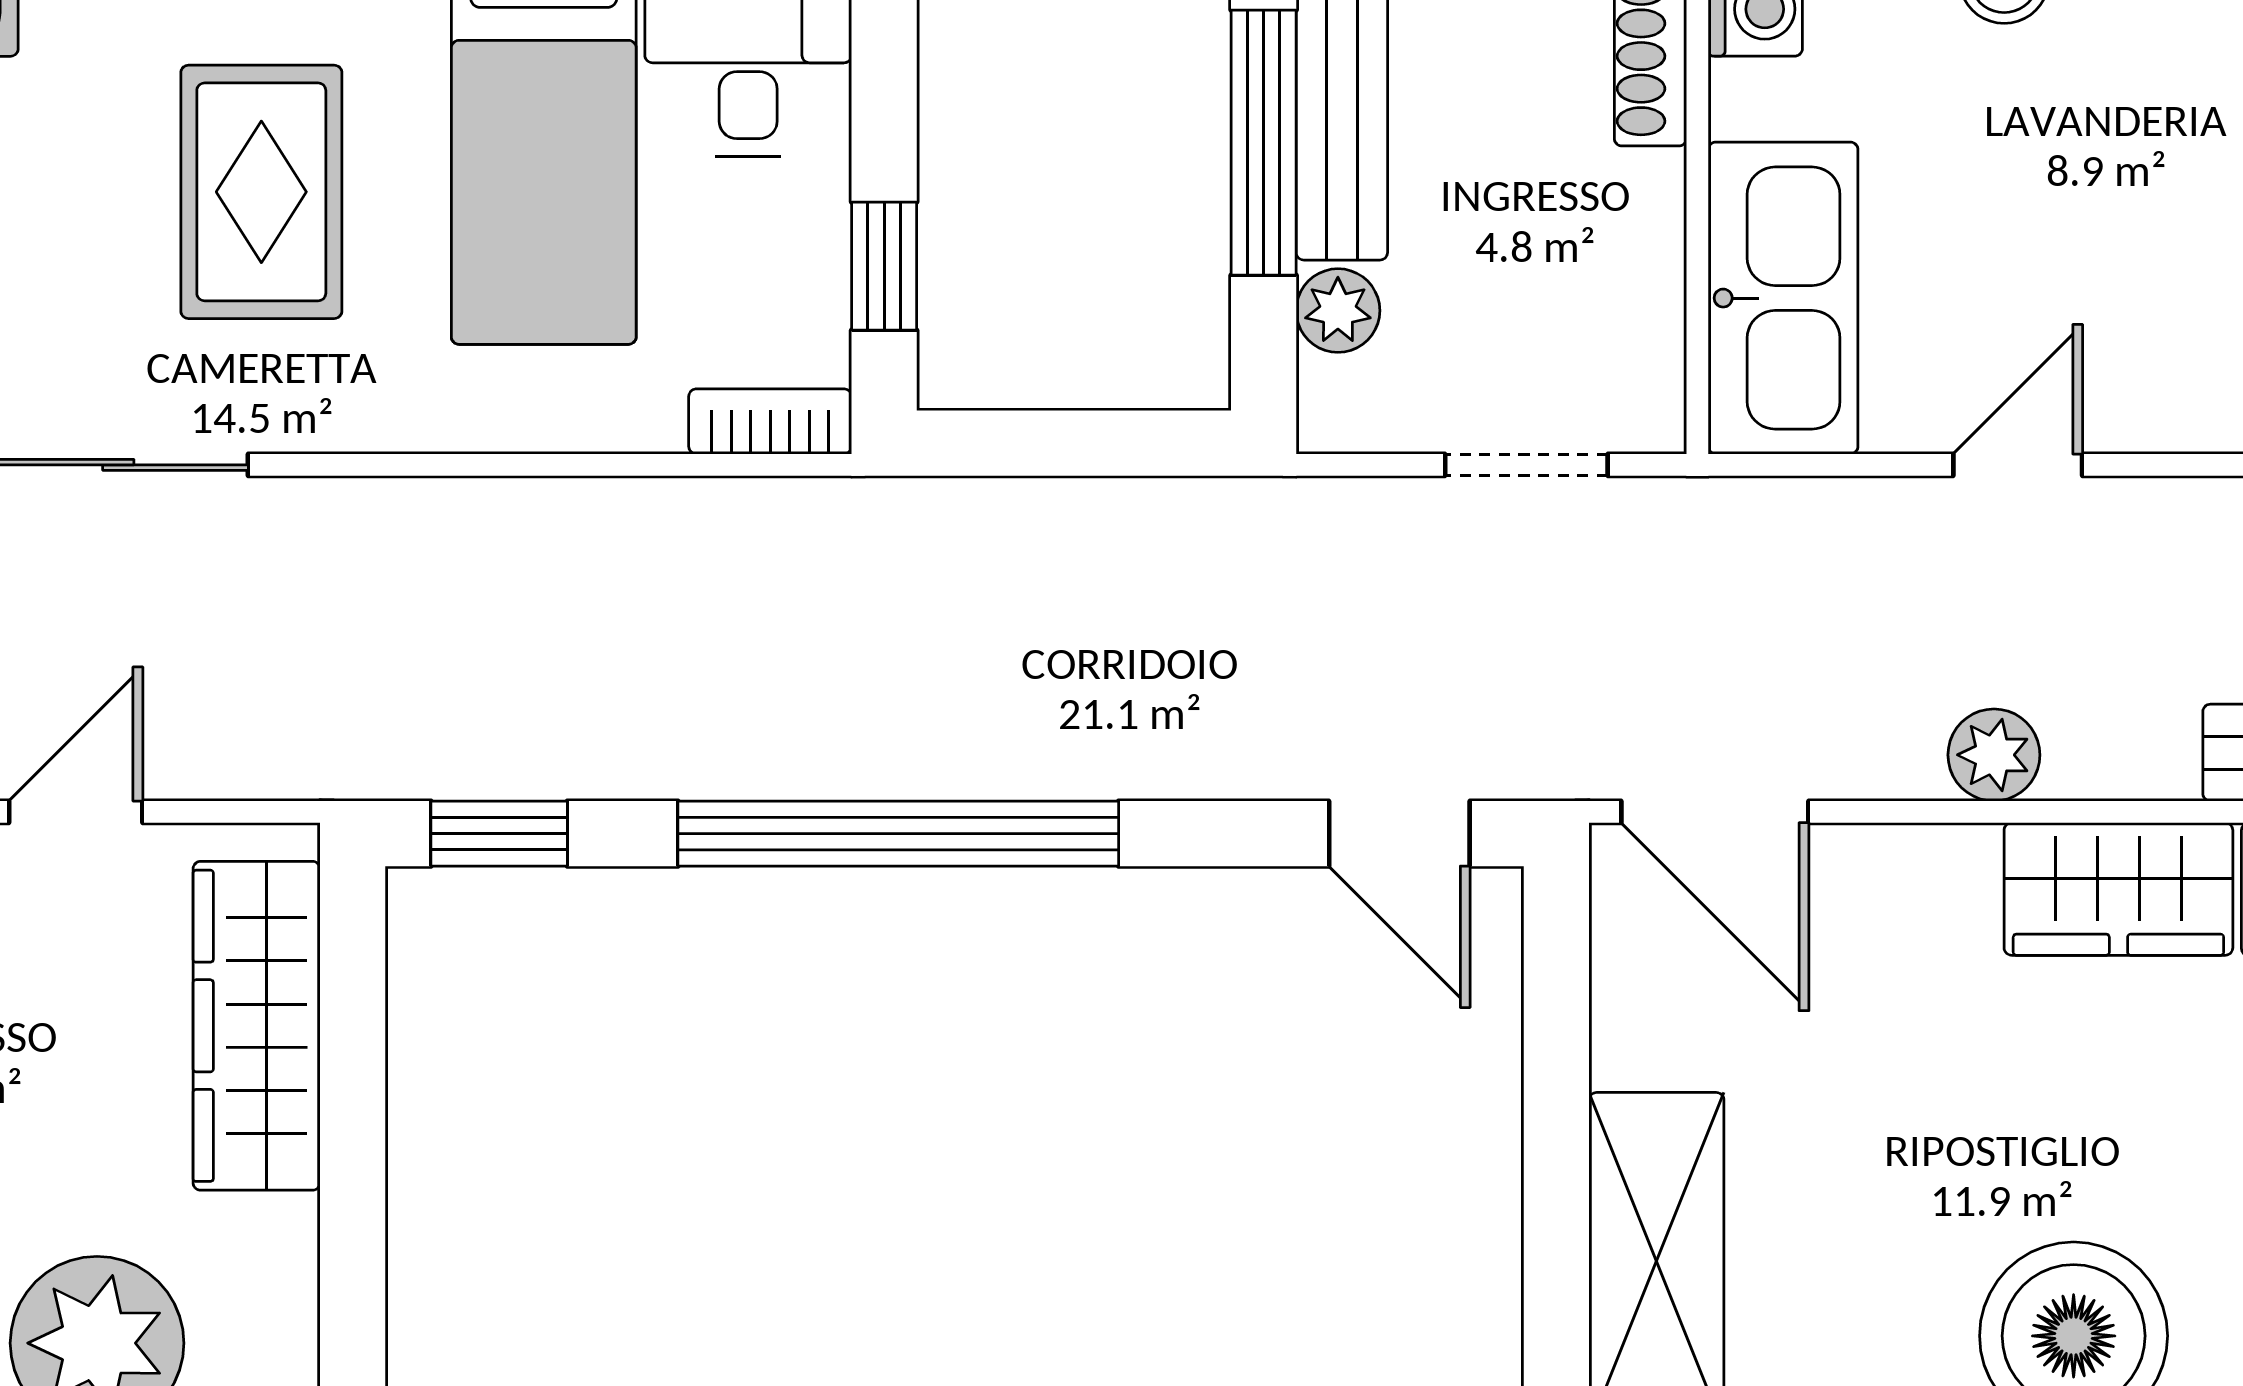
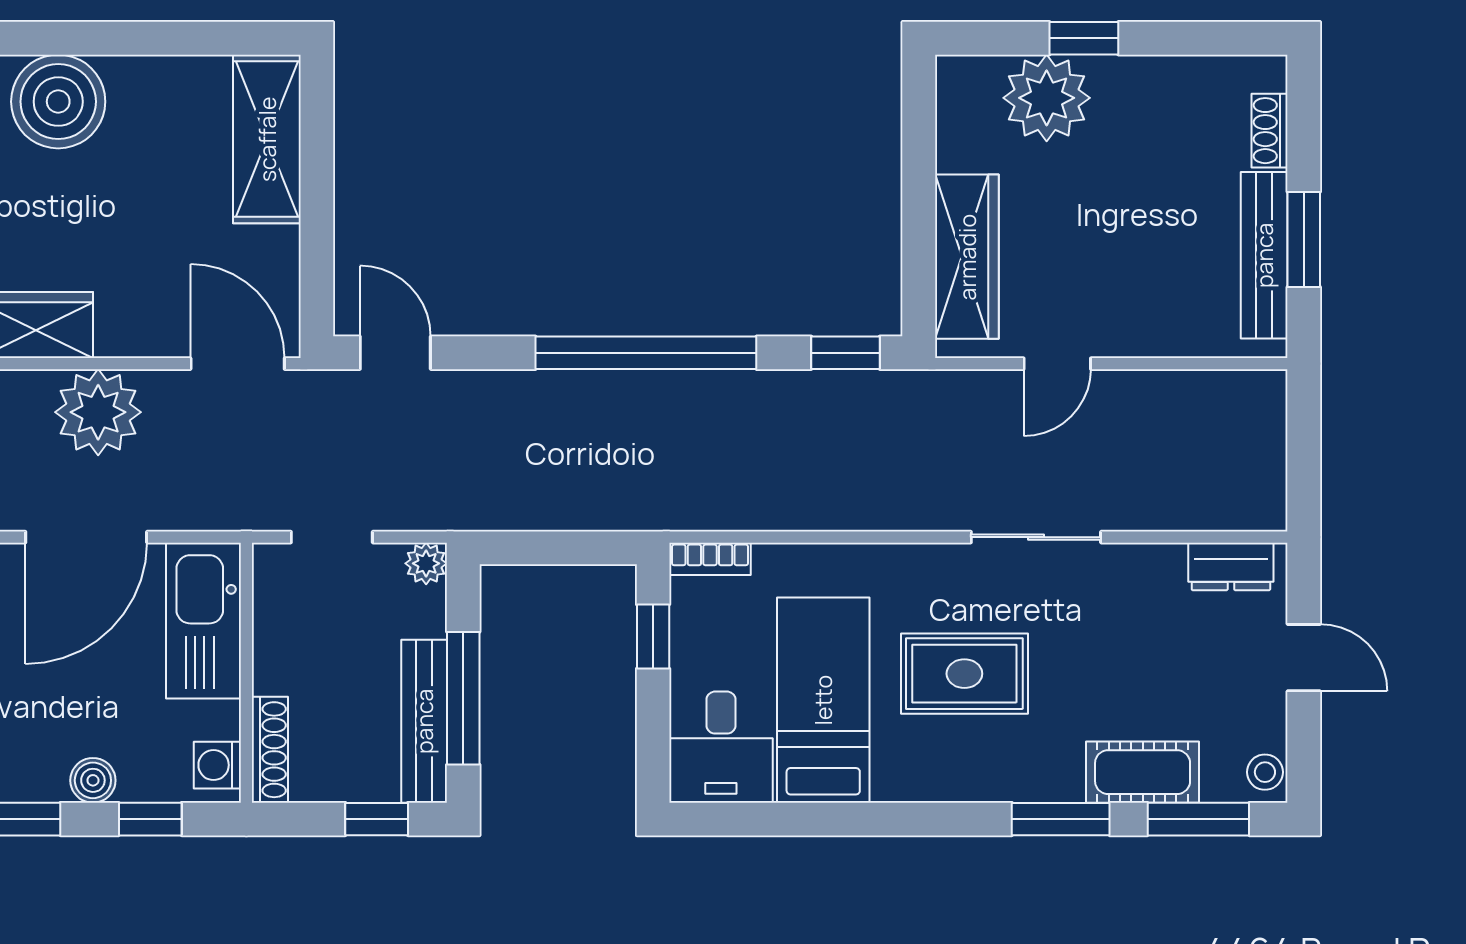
rug: (261, 192) -> (964, 674), turned 90
plant: (1338, 311) -> (426, 563), moved
door: (2018, 465) -> (86, 537), width x1.87
plant: (1994, 755) -> (98, 412), width x1.87, depth x1.87

